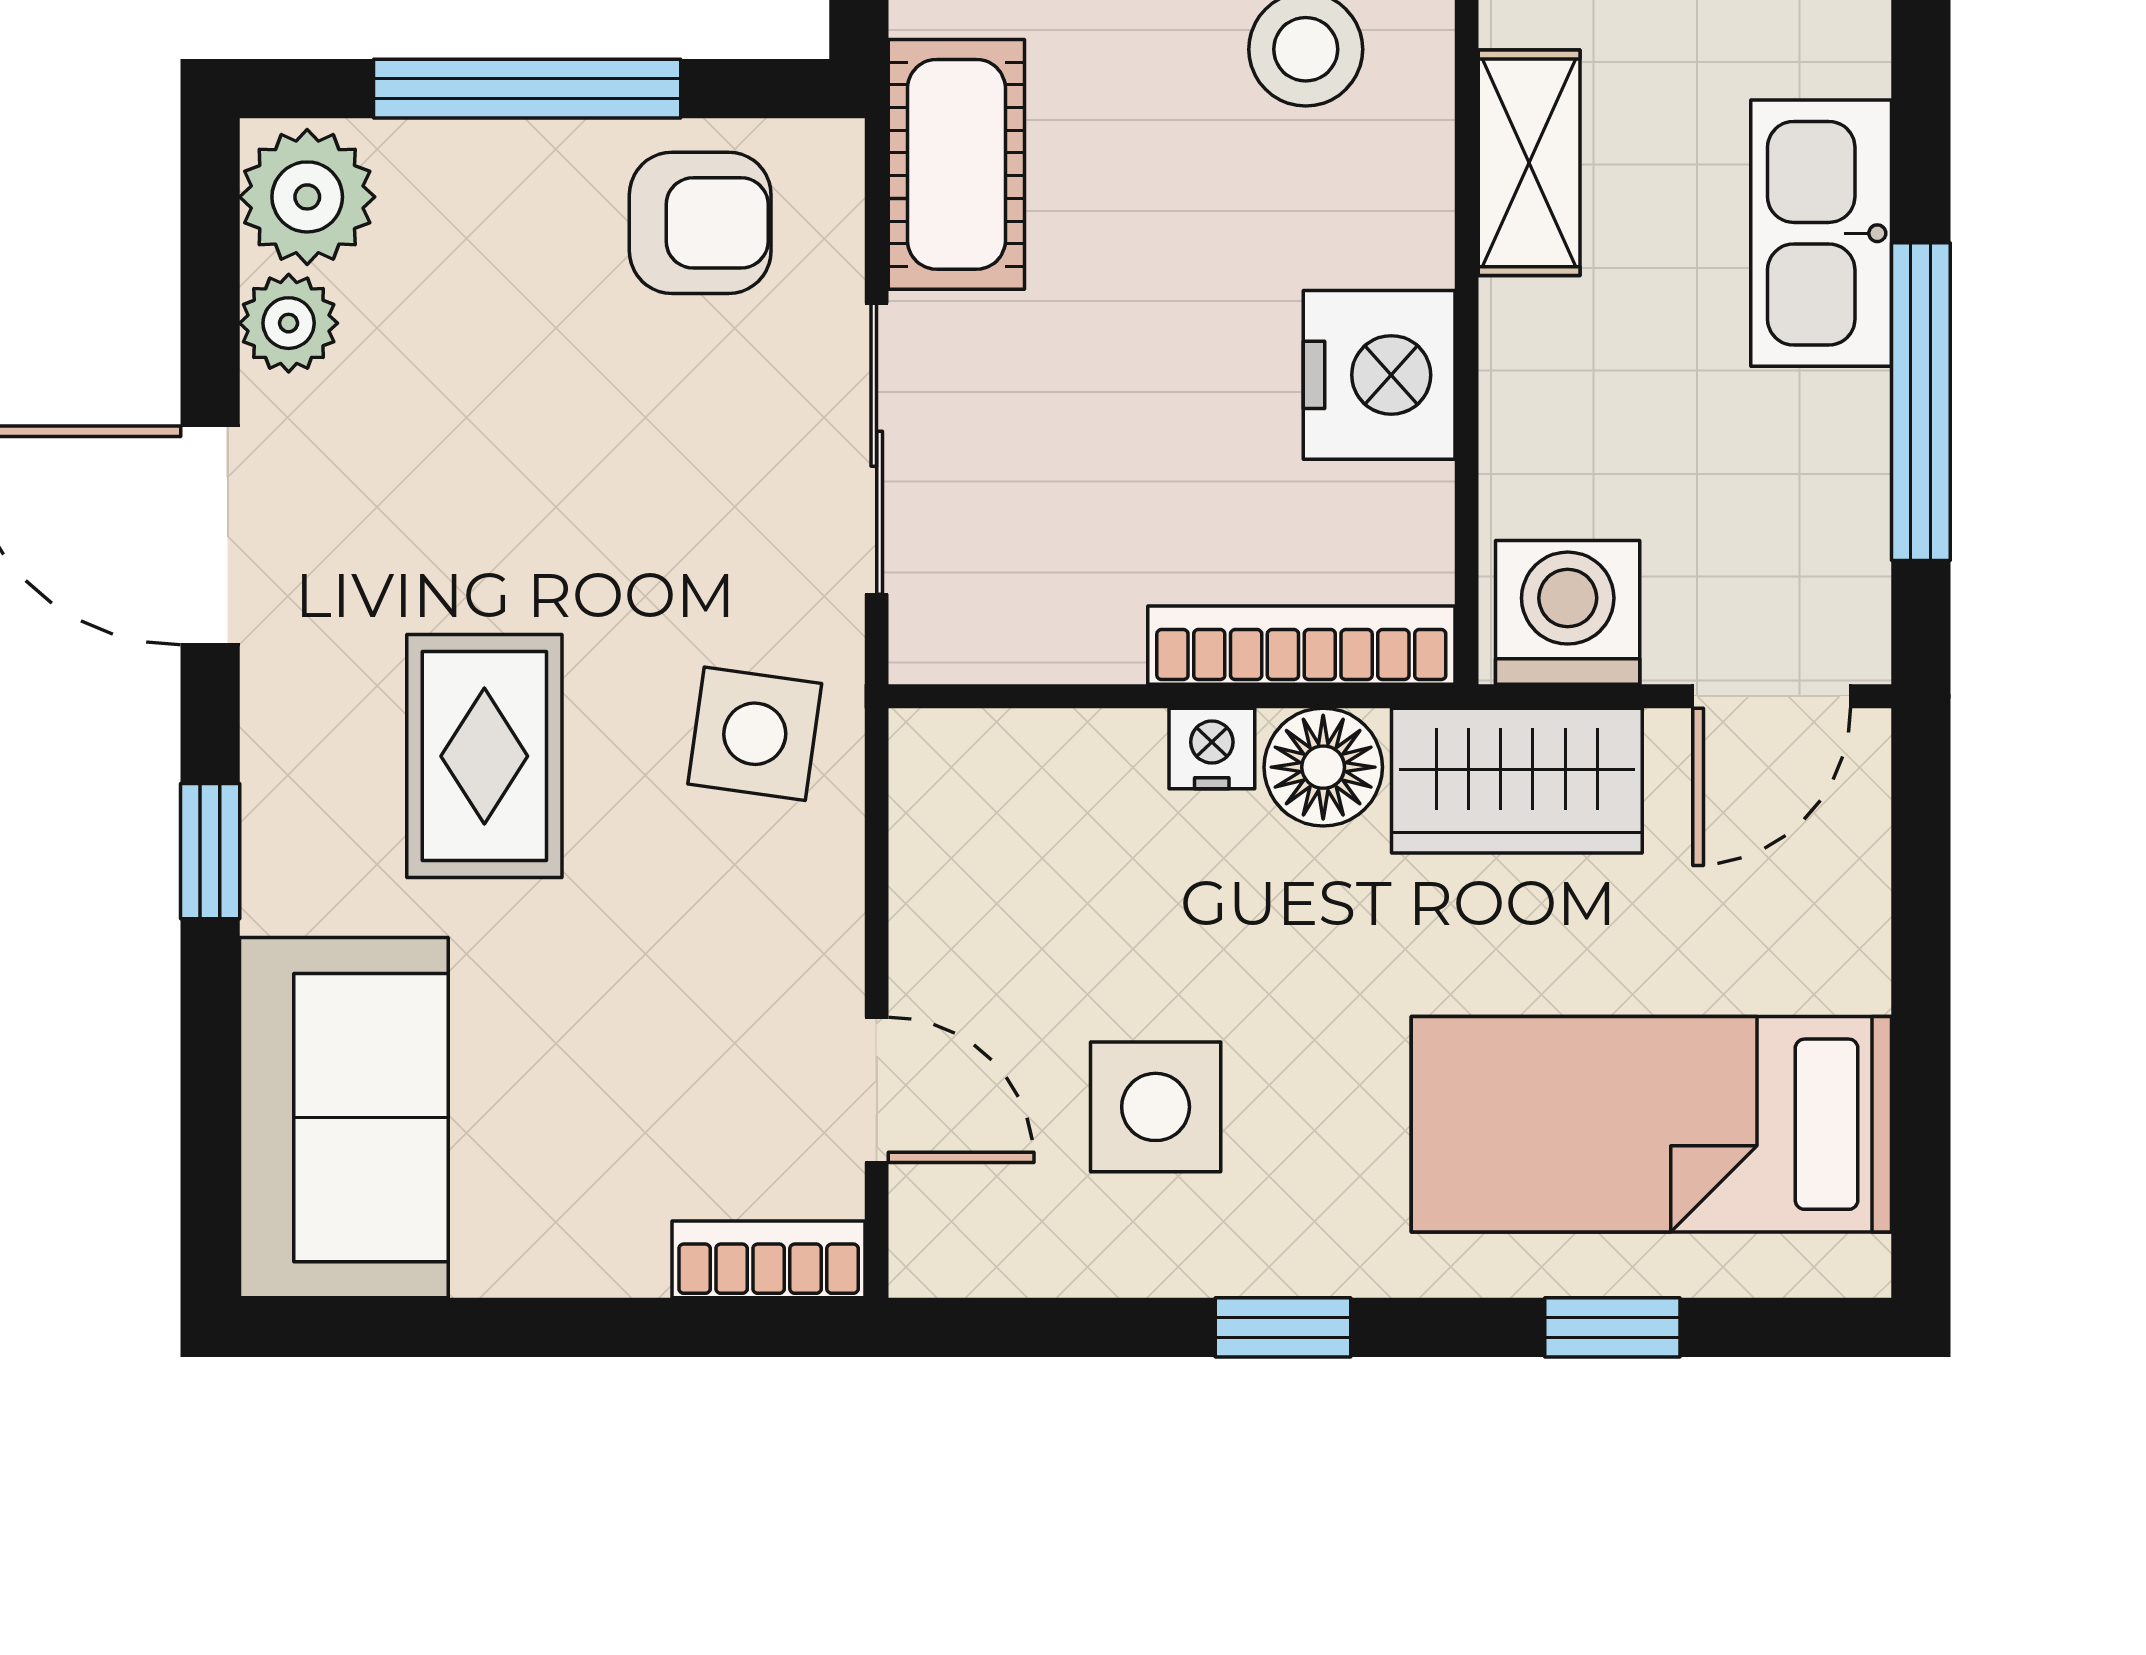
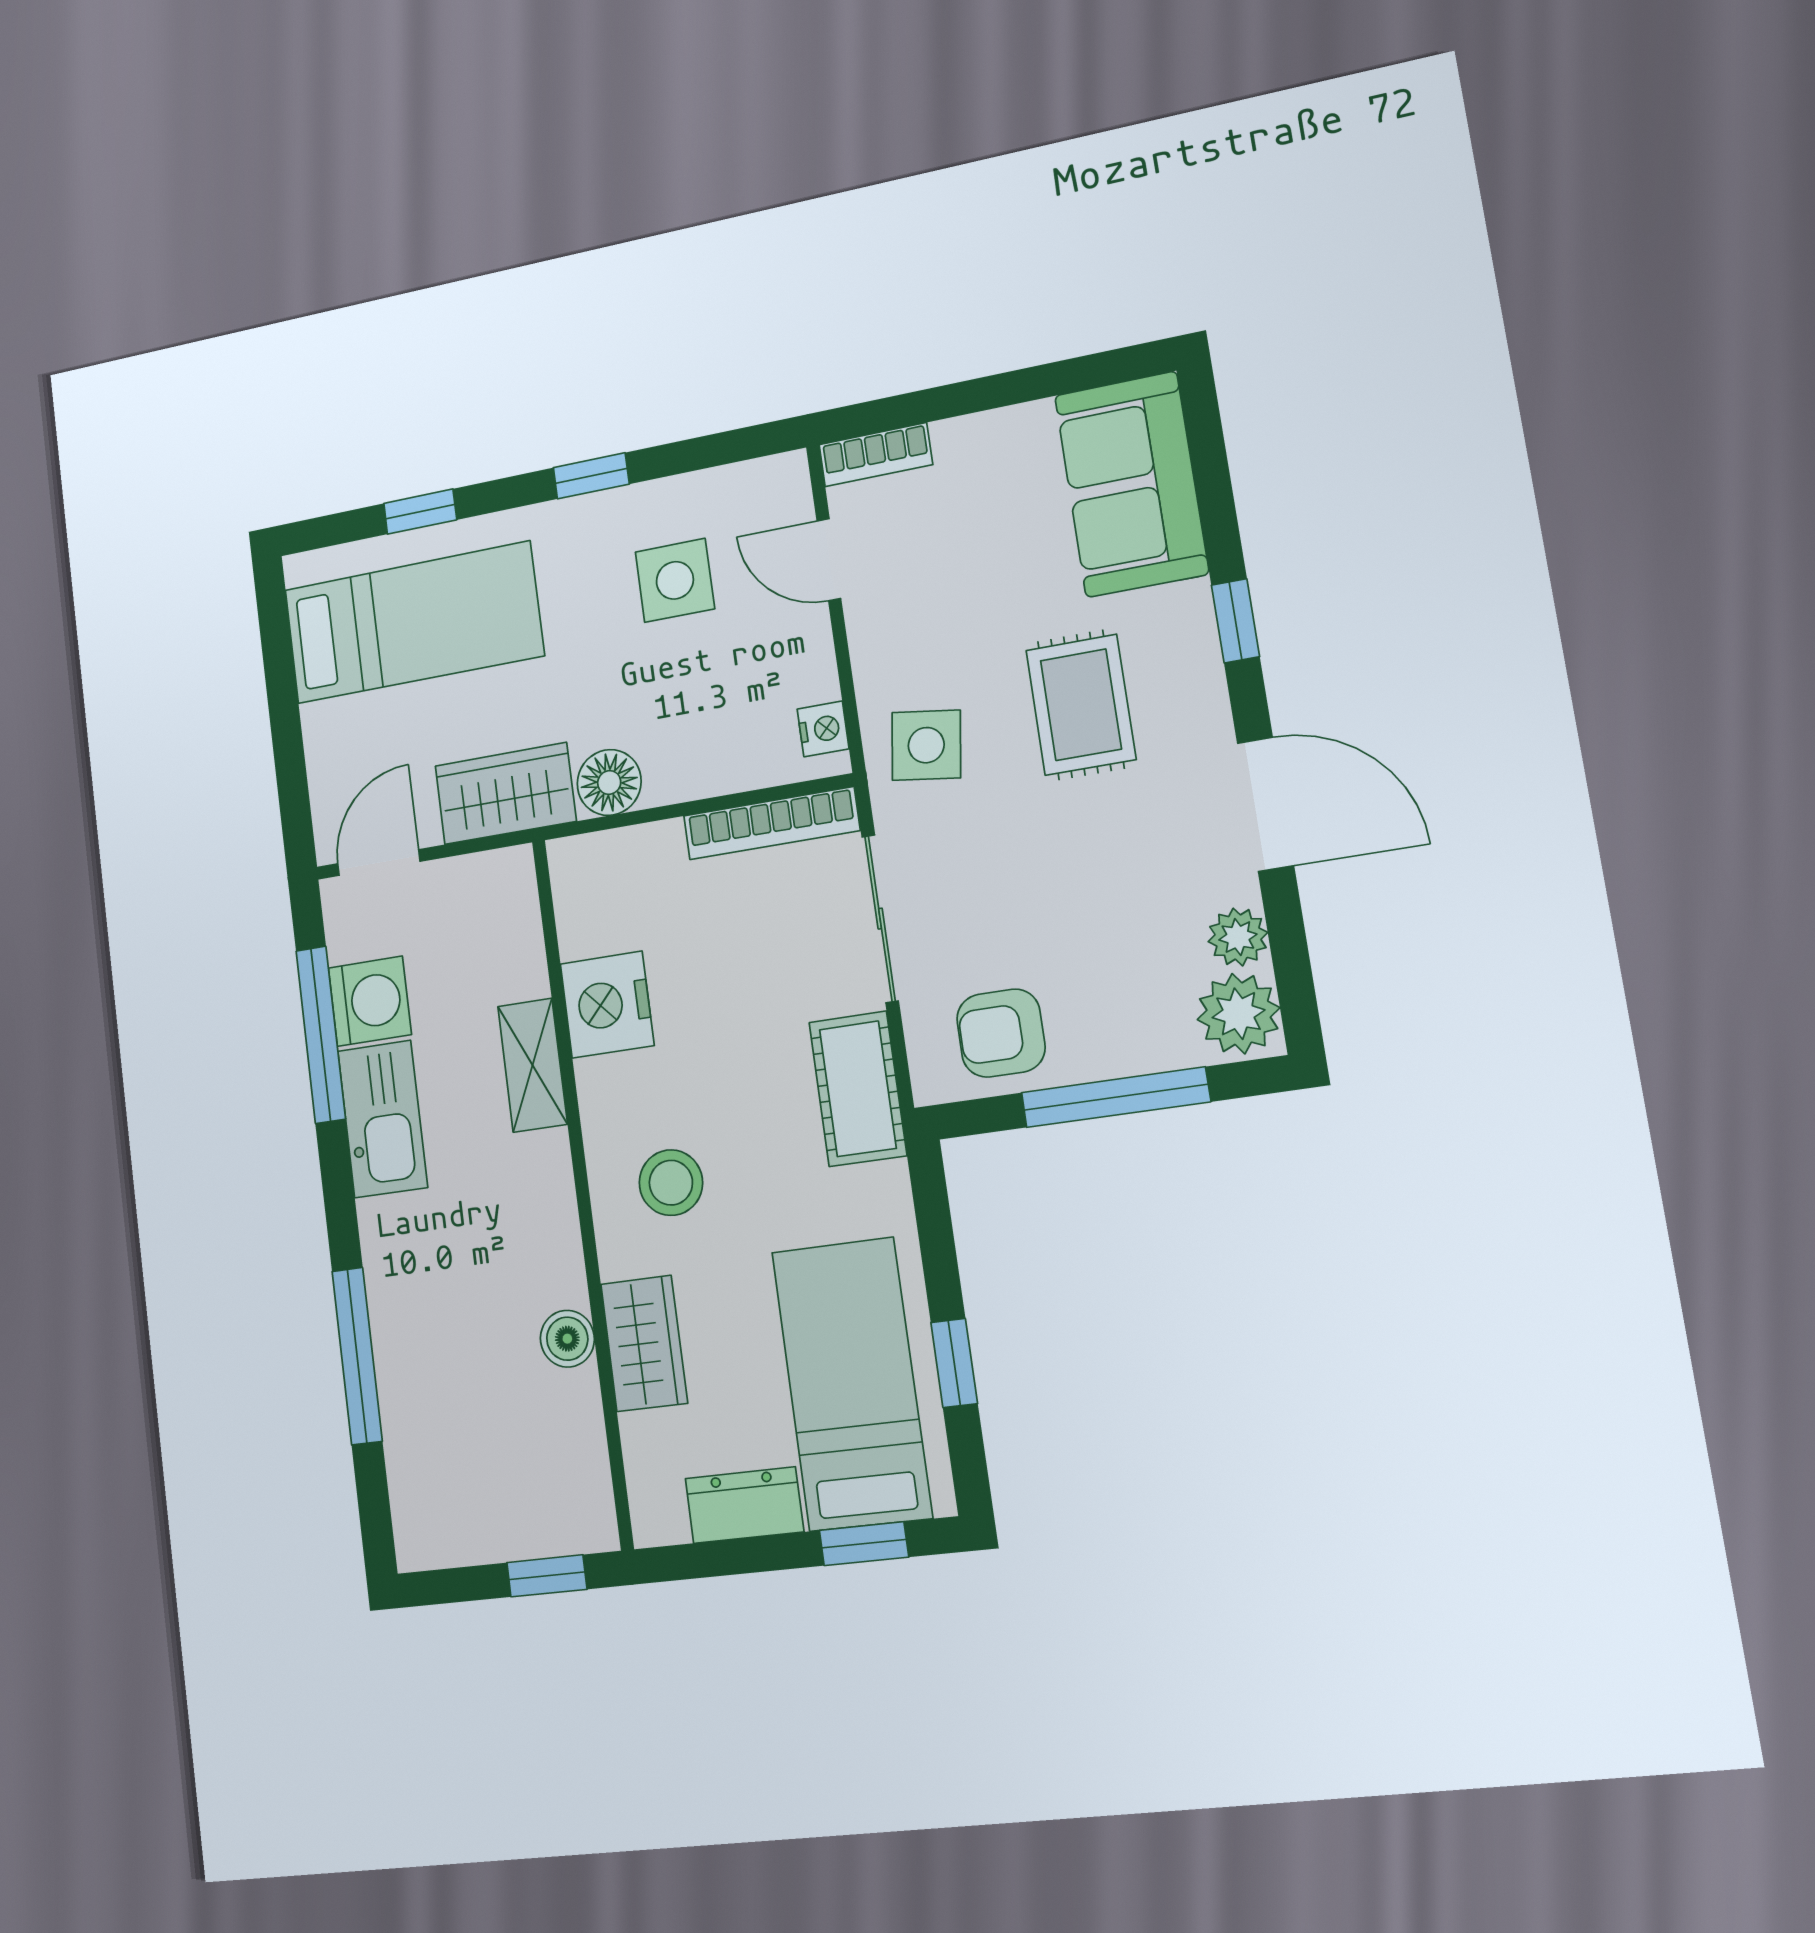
shelving: (1529, 163) -> (533, 1065), moved
washing machine: (1568, 612) -> (370, 1001), moved, turned -90
bookcase: (1301, 645) -> (771, 823), moved
nightstand: (1212, 748) -> (823, 729), moved, turned -90

